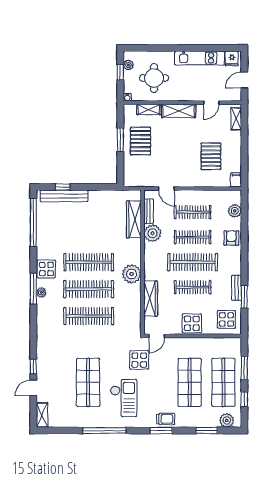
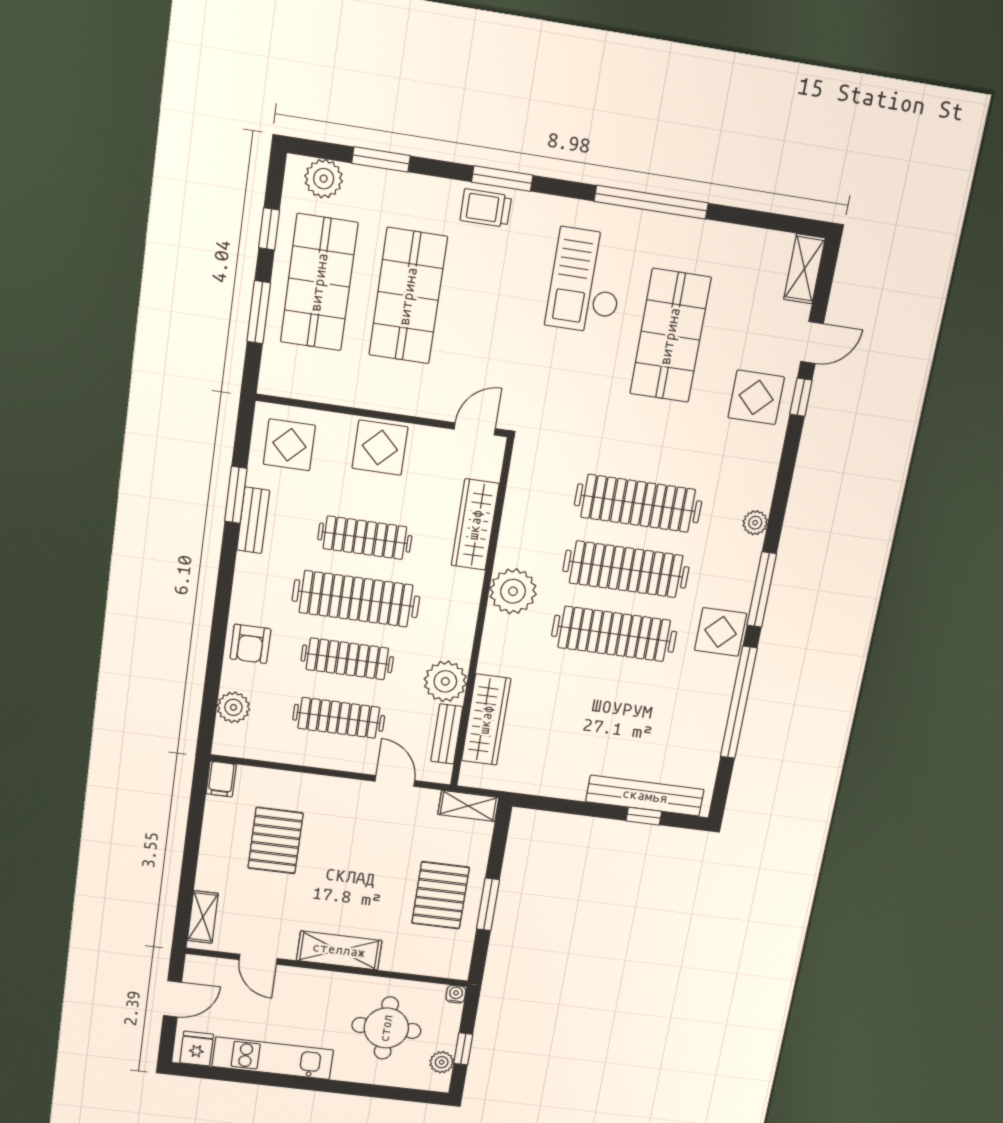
door: (211, 103) -> (258, 959), swing flipped
shelving: (149, 109) -> (468, 806), moved
window: (33, 223) -> (739, 703), moved
plant: (41, 292) -> (755, 523), moved
display table: (139, 360) -> (756, 397), moved

